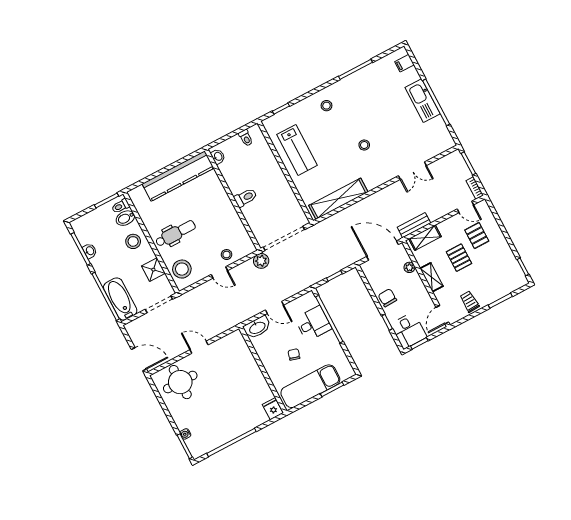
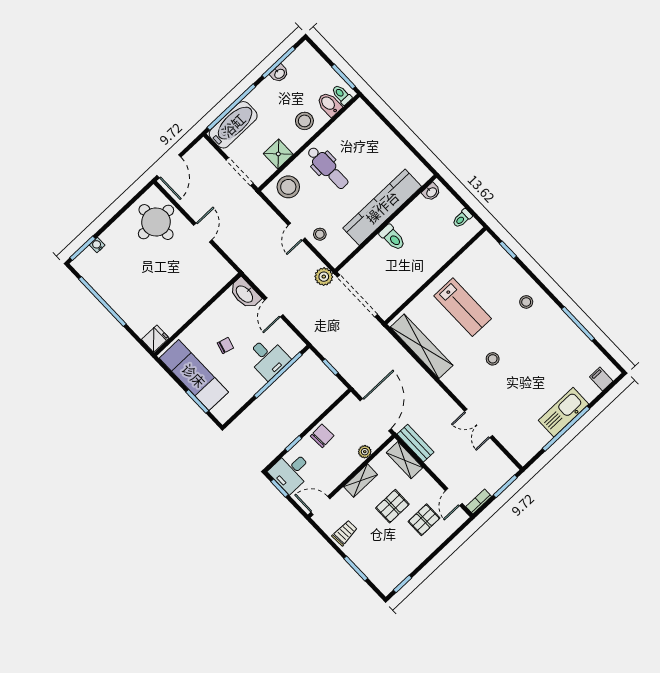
lab bench: (297, 150) -> (463, 307), moved, turned -90
kitchen counter: (178, 176) -> (382, 207), moved, turned 90

